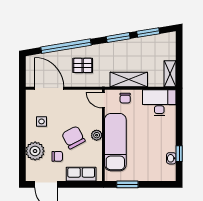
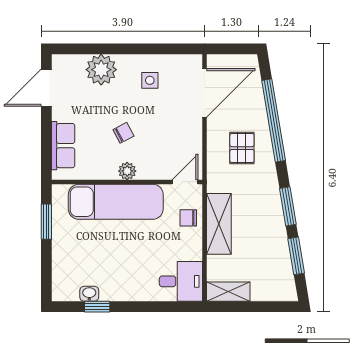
desk: (159, 103) -> (181, 281), width x0.73
chair: (73, 137) -> (123, 133), width x0.54, depth x0.54
chair: (57, 156) -> (92, 106), removed

